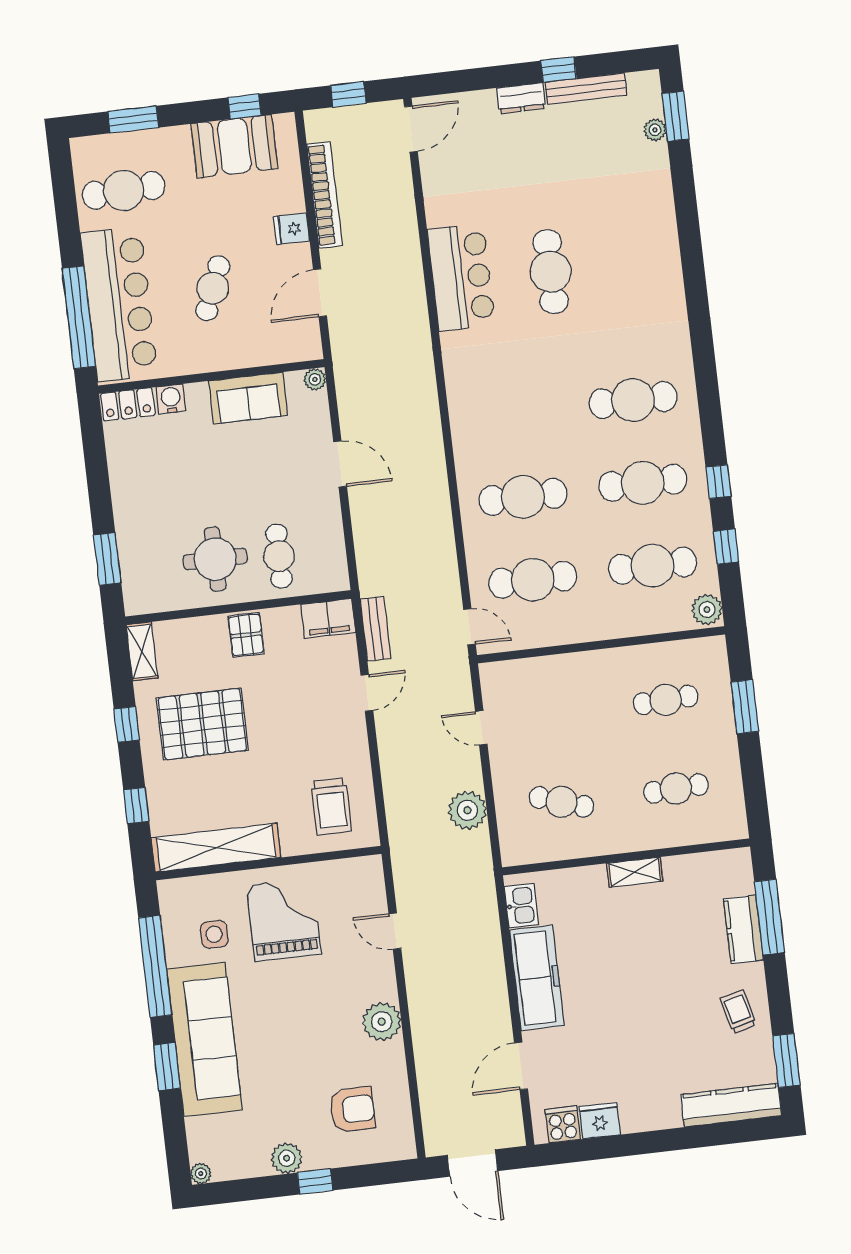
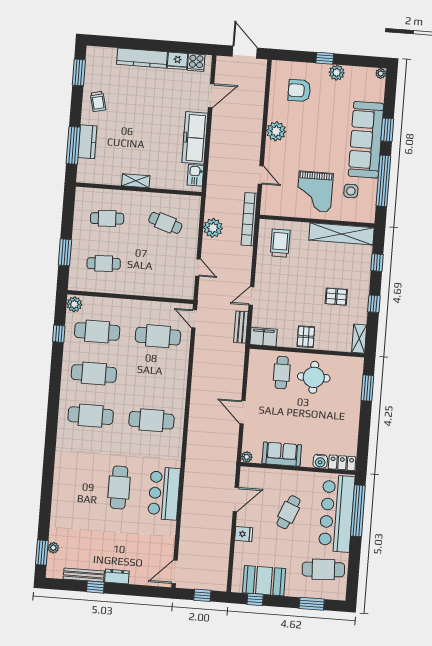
bookcase: (325, 195) -> (249, 219), moved
window: (718, 482) -> (56, 367), removed
cafe table: (523, 497) -> (151, 420), moved
pallet: (202, 724) -> (336, 297), width x0.49, depth x0.50
kitchen counter: (731, 1105) -> (142, 58), moved

